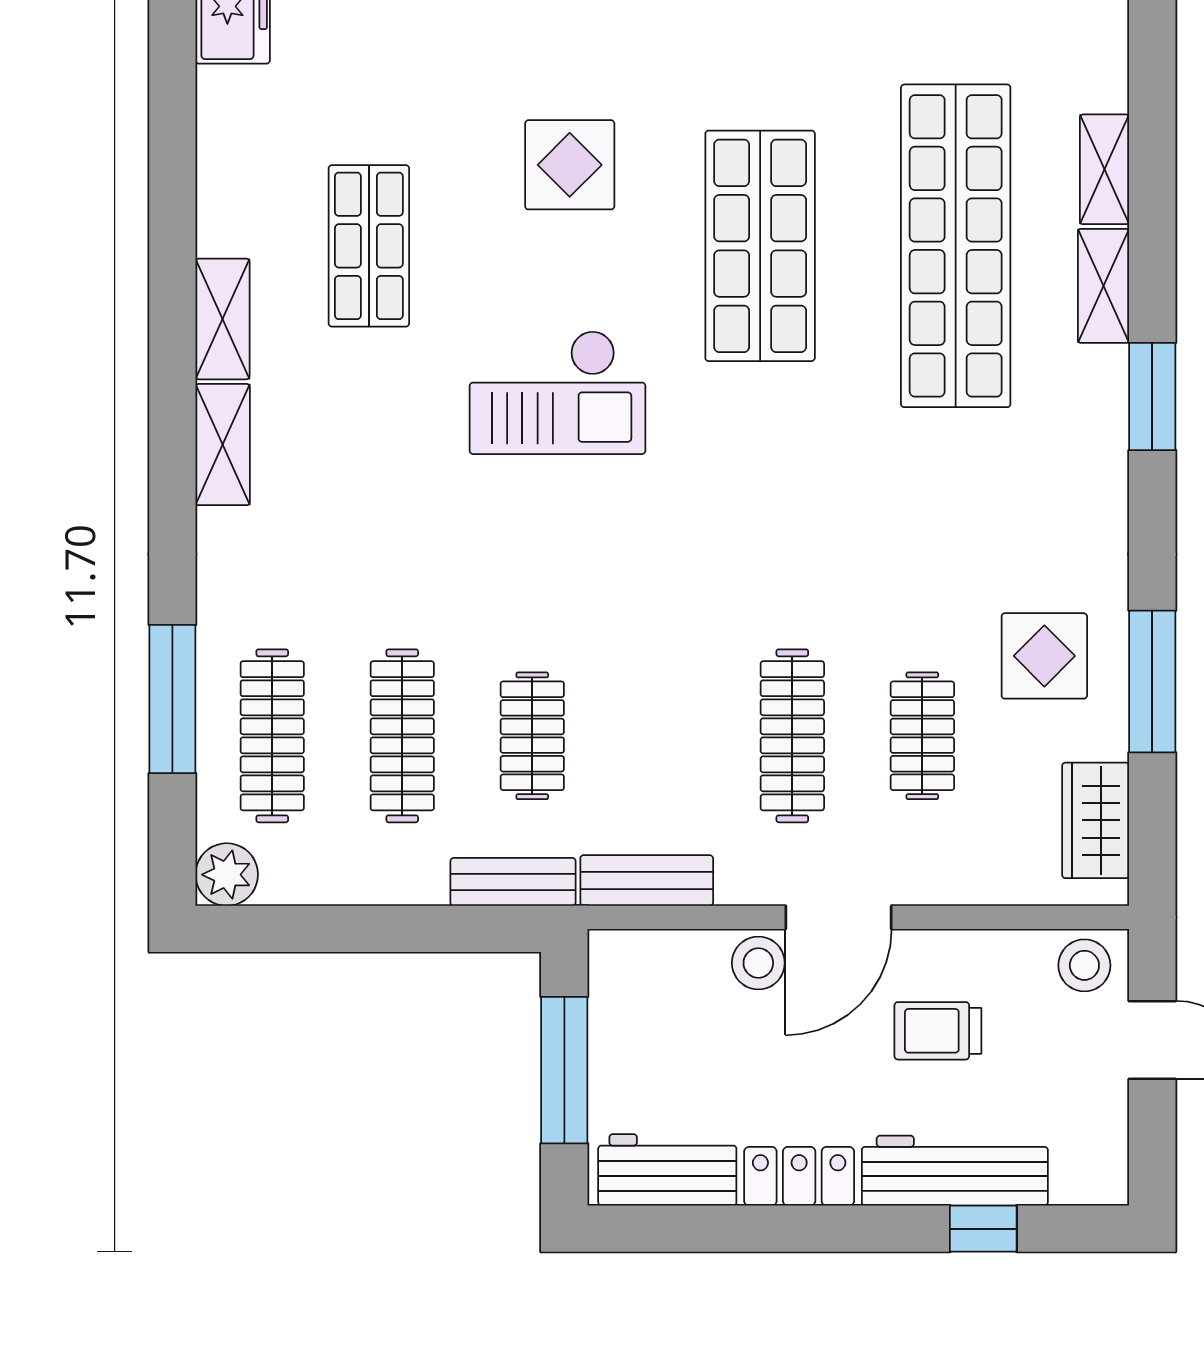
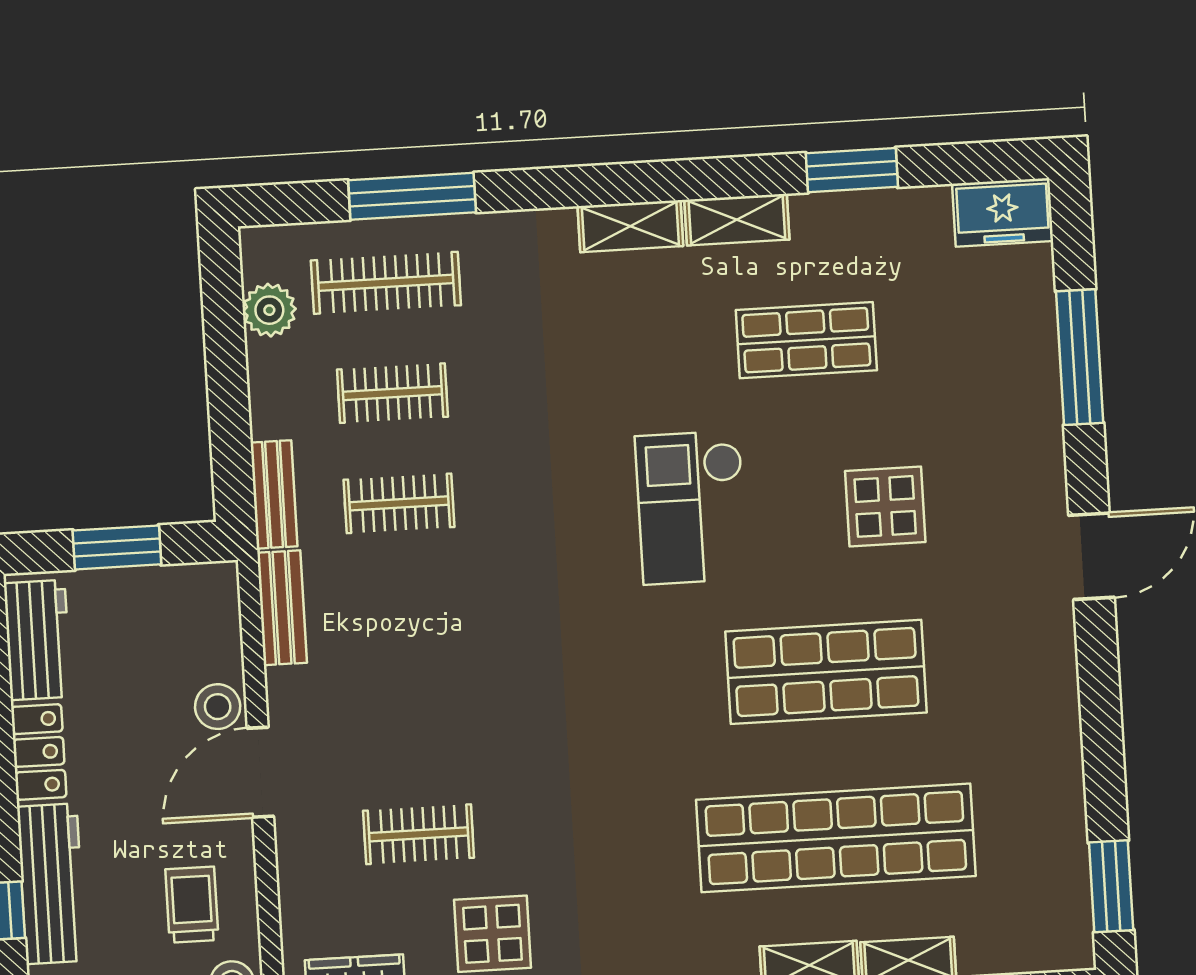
window: (172, 181) -> (852, 170), added
clothes rail: (402, 736) -> (392, 393), width x0.73
clothes rail: (792, 736) -> (412, 724), removed
plant: (227, 875) -> (269, 310), moved
door: (838, 917) -> (260, 772), hinge flipped
trolley: (938, 1031) -> (192, 905), moved
window: (564, 1070) -> (117, 547), width x0.69

